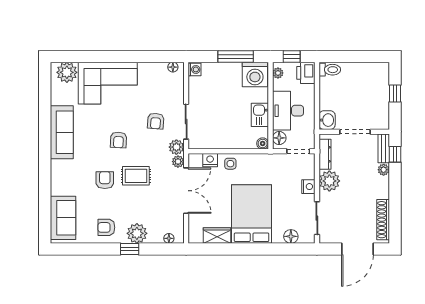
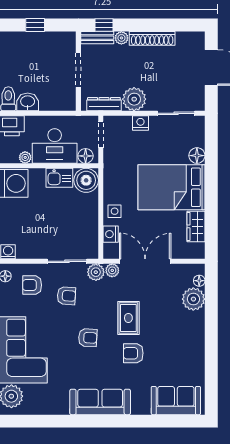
plant: (278, 73) -> (25, 157), moved
washbasin: (327, 120) -> (28, 102), moved
sofa: (62, 132) -> (100, 402), moved
boiler: (263, 143) -> (86, 180), width x1.86, depth x1.86
shoe rack: (383, 220) -> (152, 38), moved
armchair: (106, 227) -> (32, 285), moved, turned 90
plant: (137, 233) -> (193, 299), moved
floor lamp: (291, 236) -> (197, 156), moved
window: (130, 249) -> (211, 325), removed

